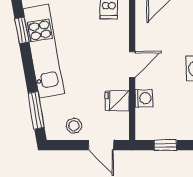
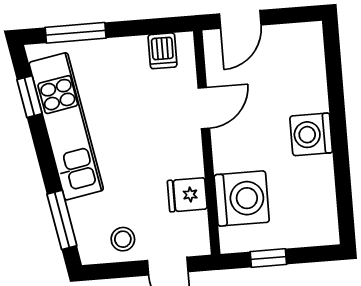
door: (132, 64) -> (204, 108), moved
washing machine: (144, 98) -> (242, 198), width x1.89, depth x1.89

